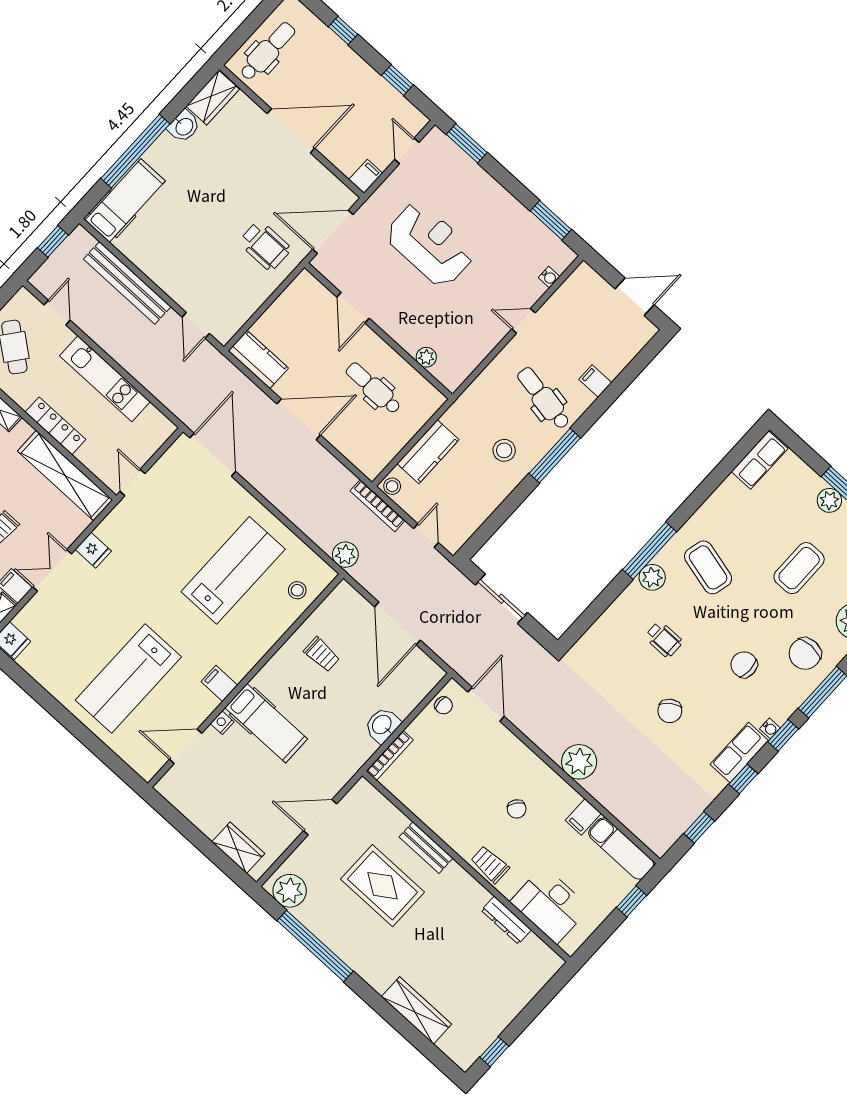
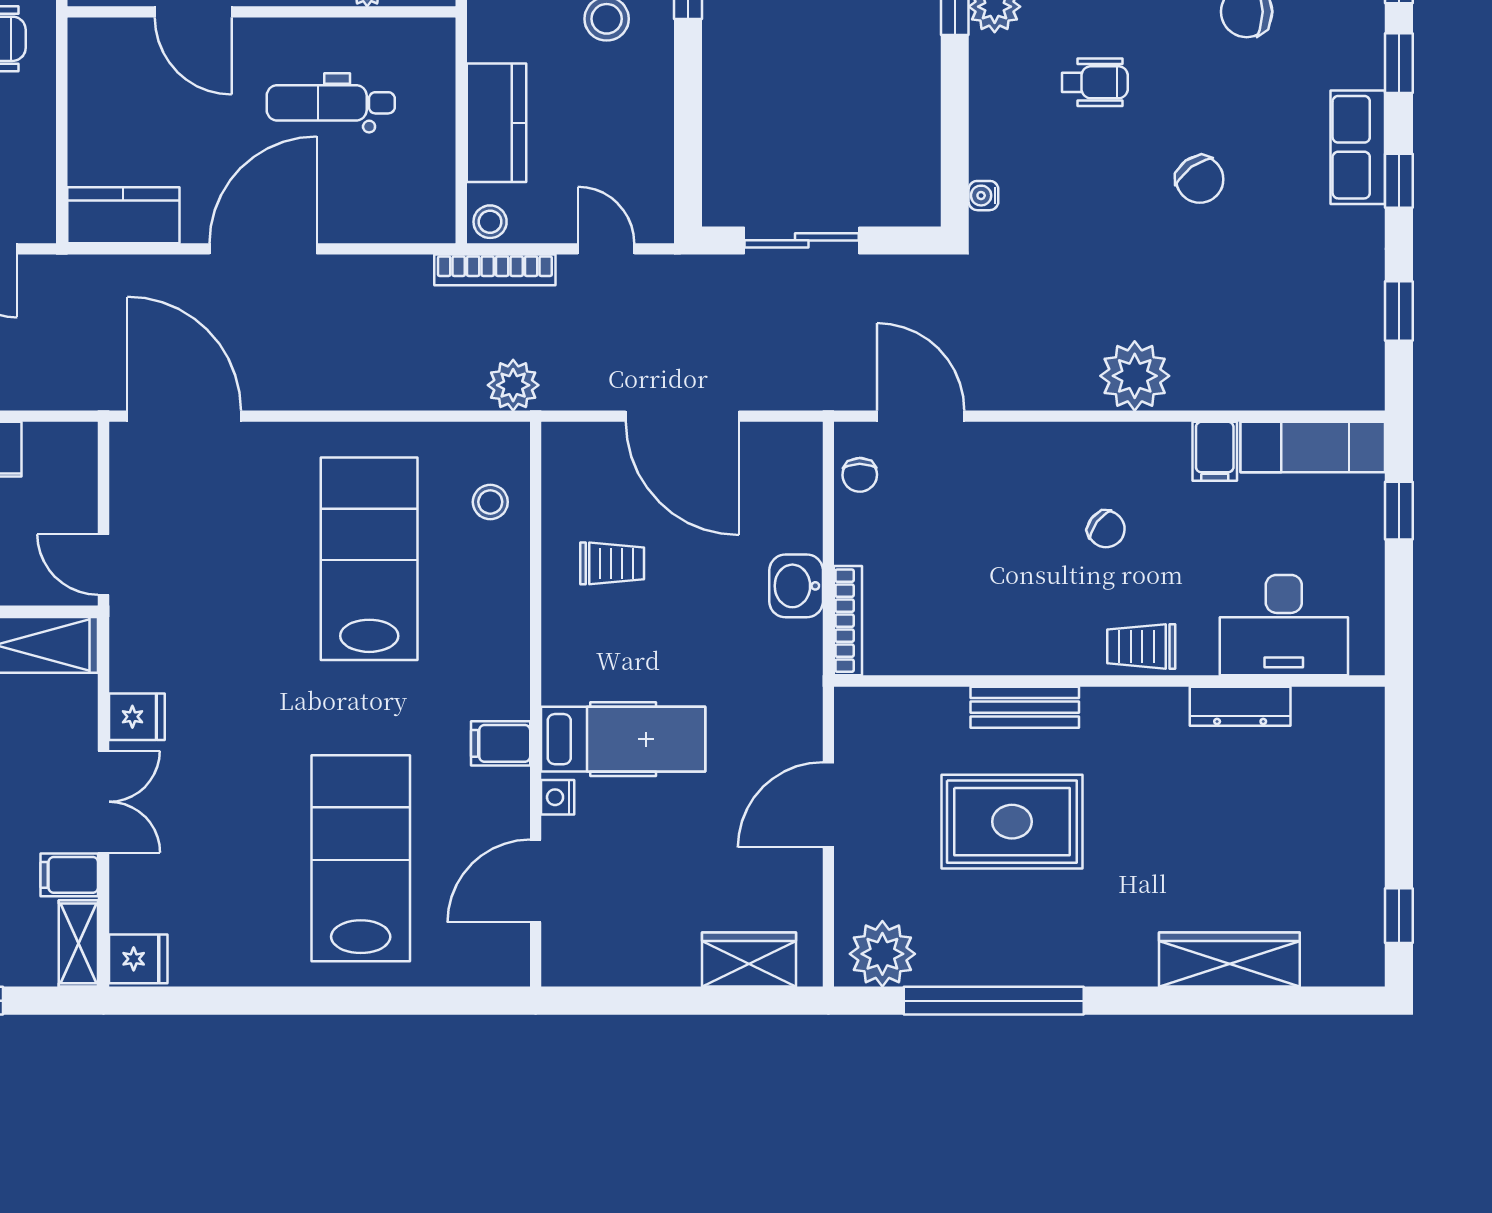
double door: (52, 570) -> (104, 802), swing flipped
lab bench: (128, 679) -> (361, 858), turned 180
chair: (444, 705) -> (860, 475), turned 89
water cooler: (770, 728) -> (983, 196), moved, turned 180

